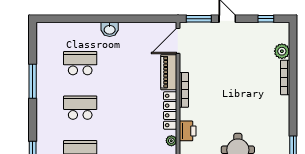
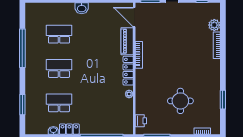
door: (178, 41) -> (134, 17), hinge flipped
window: (33, 81) -> (22, 48), width x1.46
printer: (188, 131) -> (142, 86), removed

